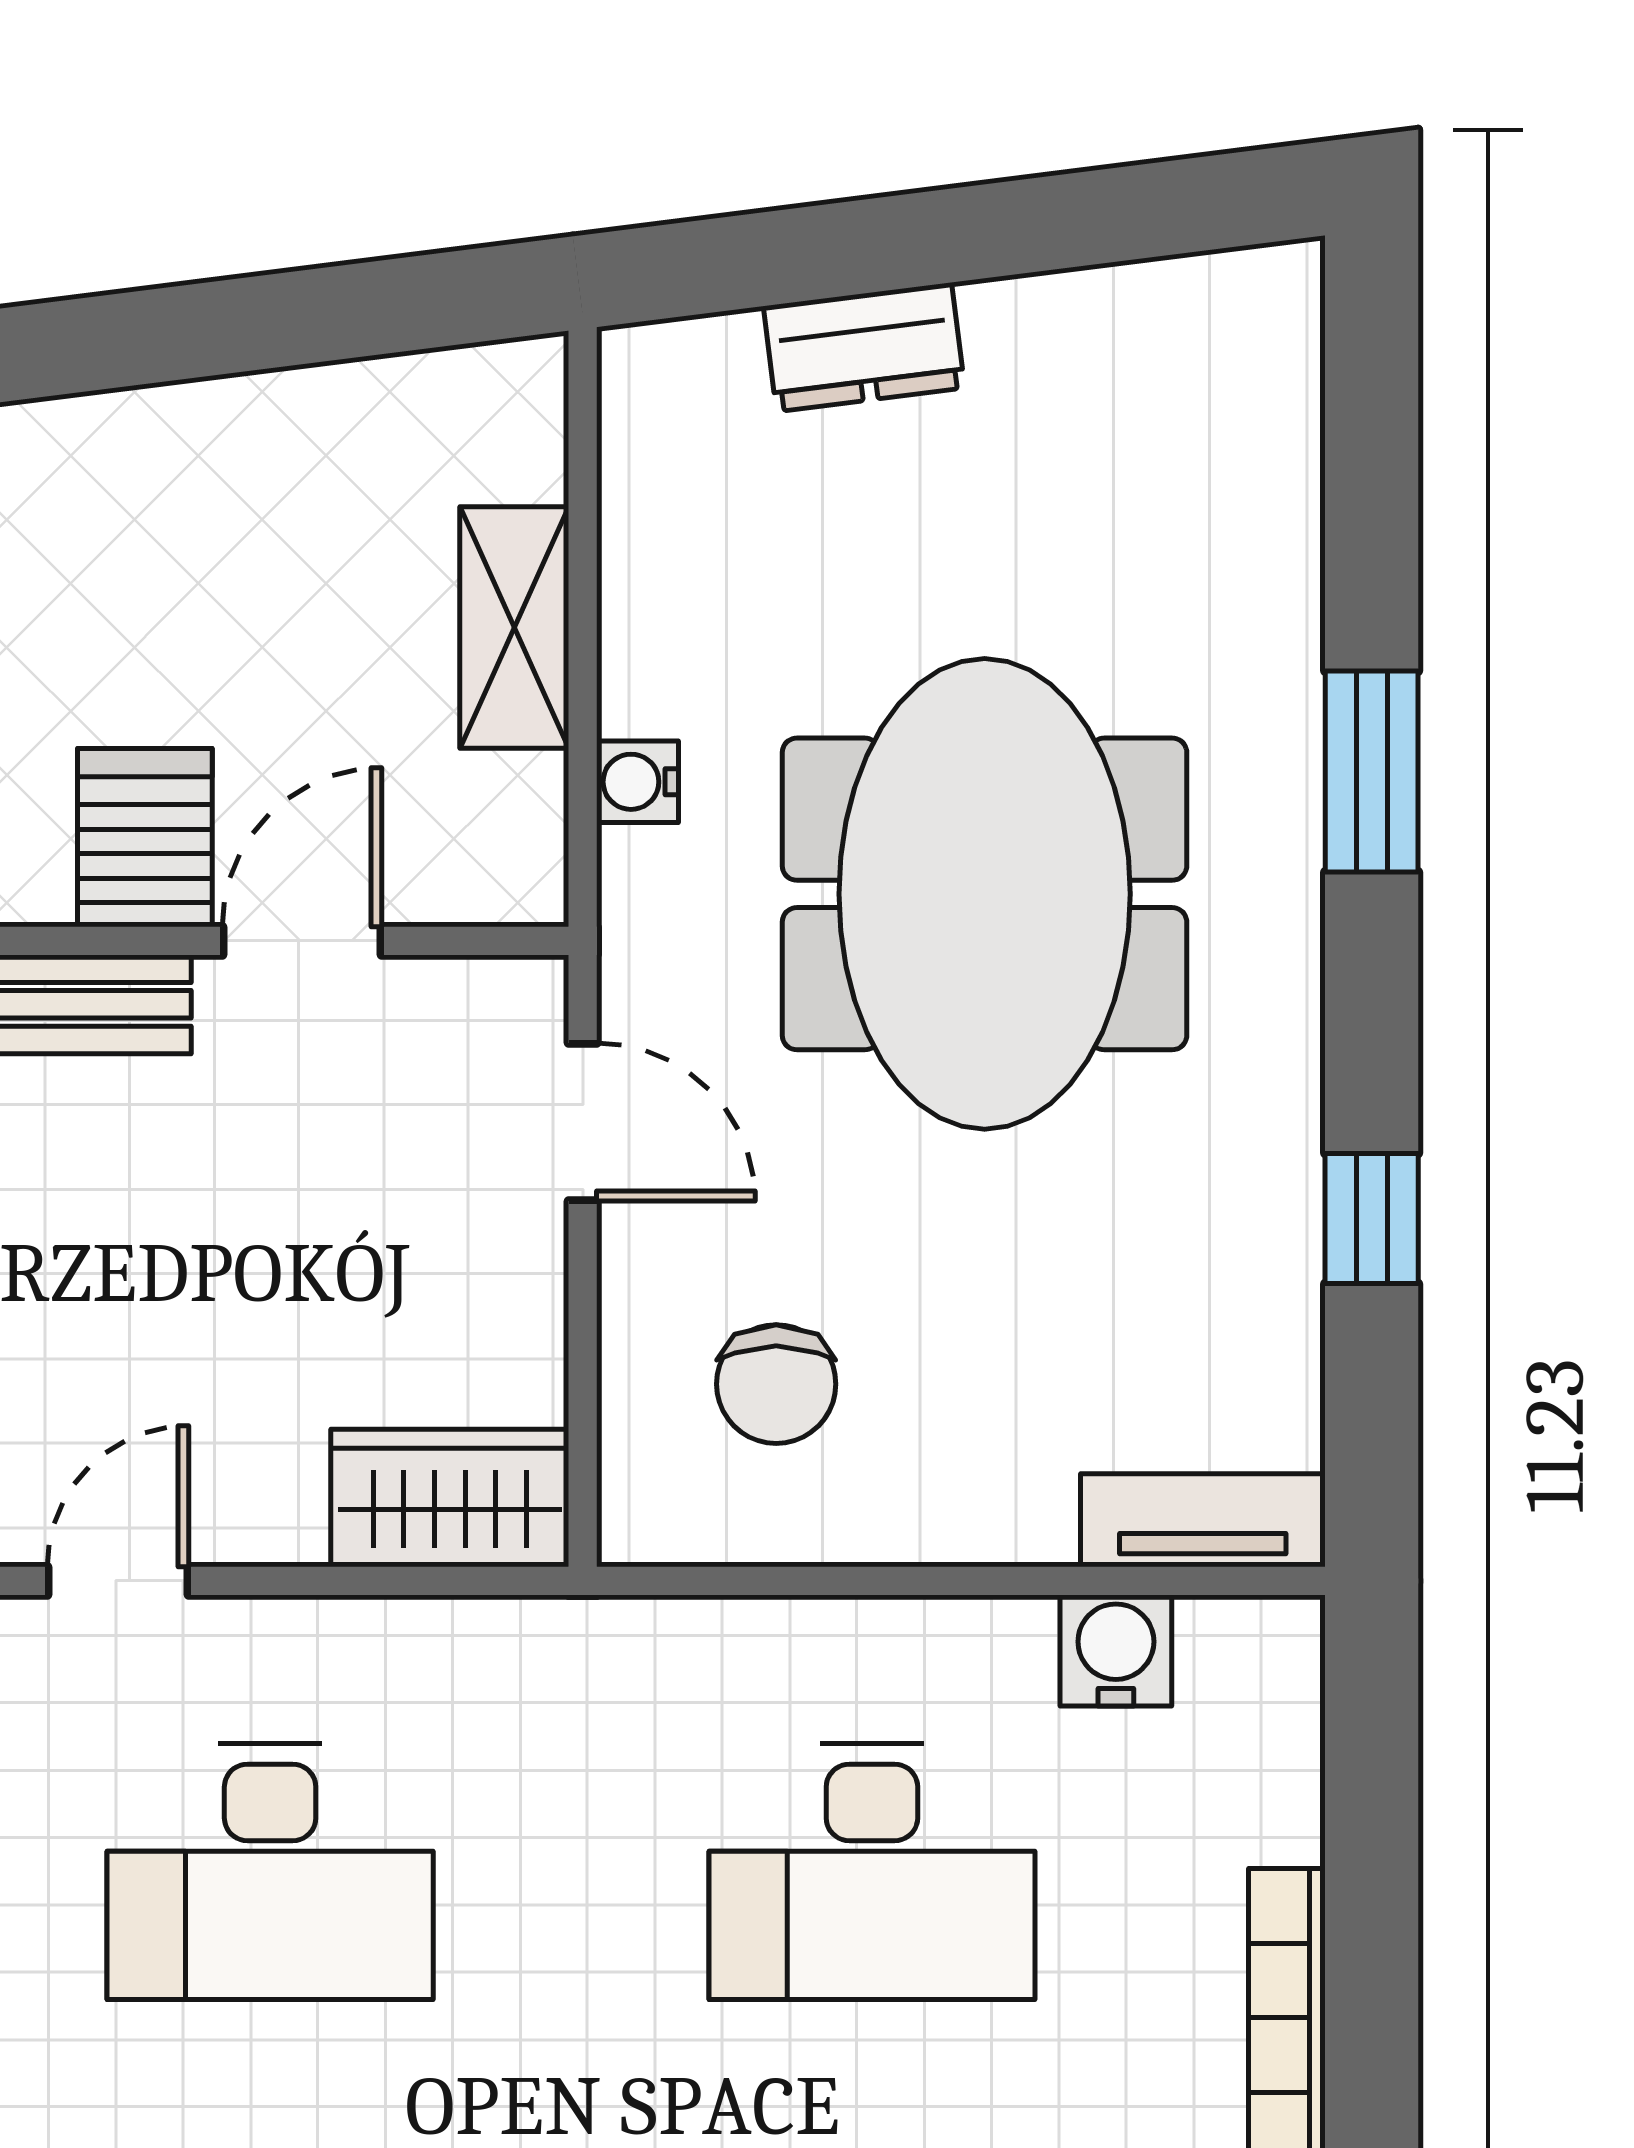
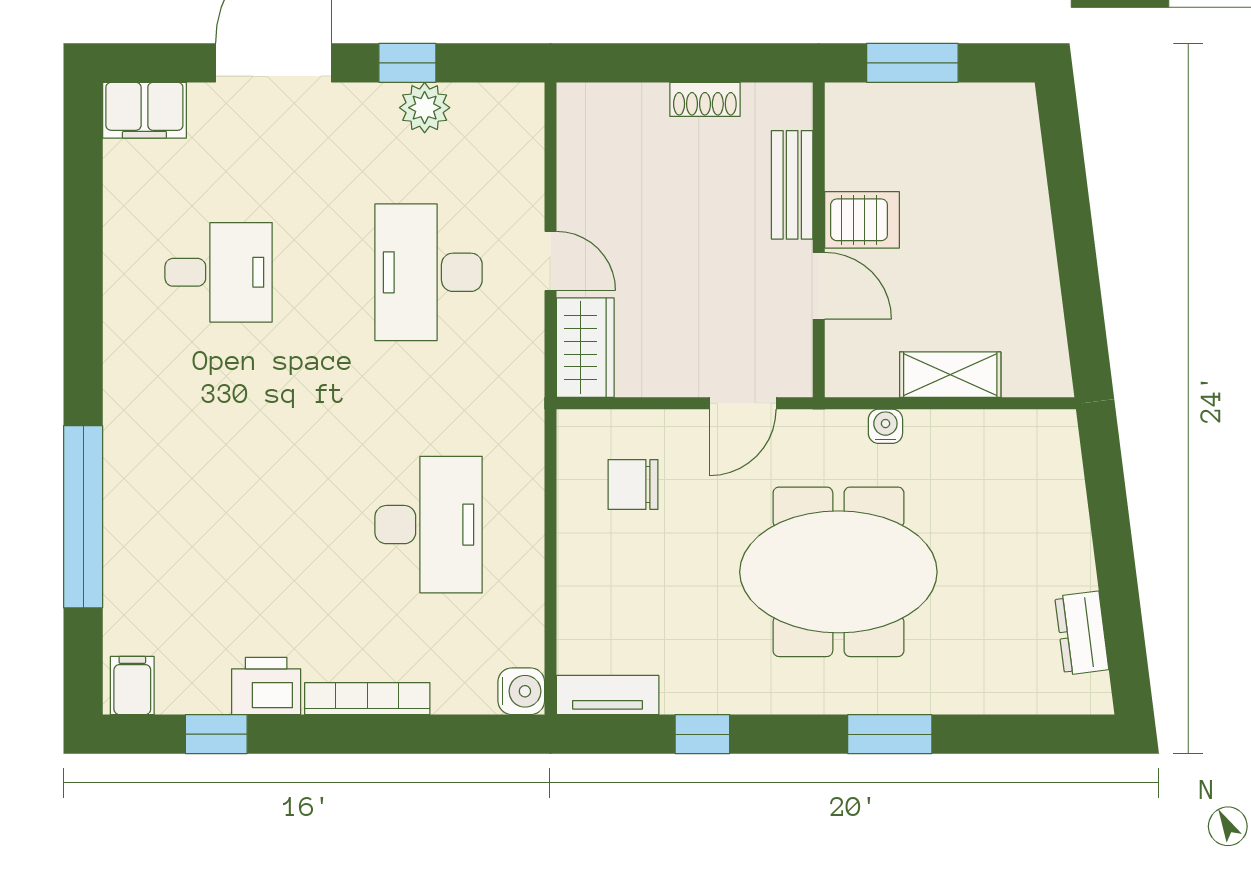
dresser: (864, 347) -> (1082, 633), moved
tv unit: (1203, 1520) -> (608, 695), moved, turned -90
door: (118, 1581) -> (550, 261), moved
water cooler: (1116, 1651) -> (521, 691), moved
desk: (872, 1872) -> (429, 525), turned 180

